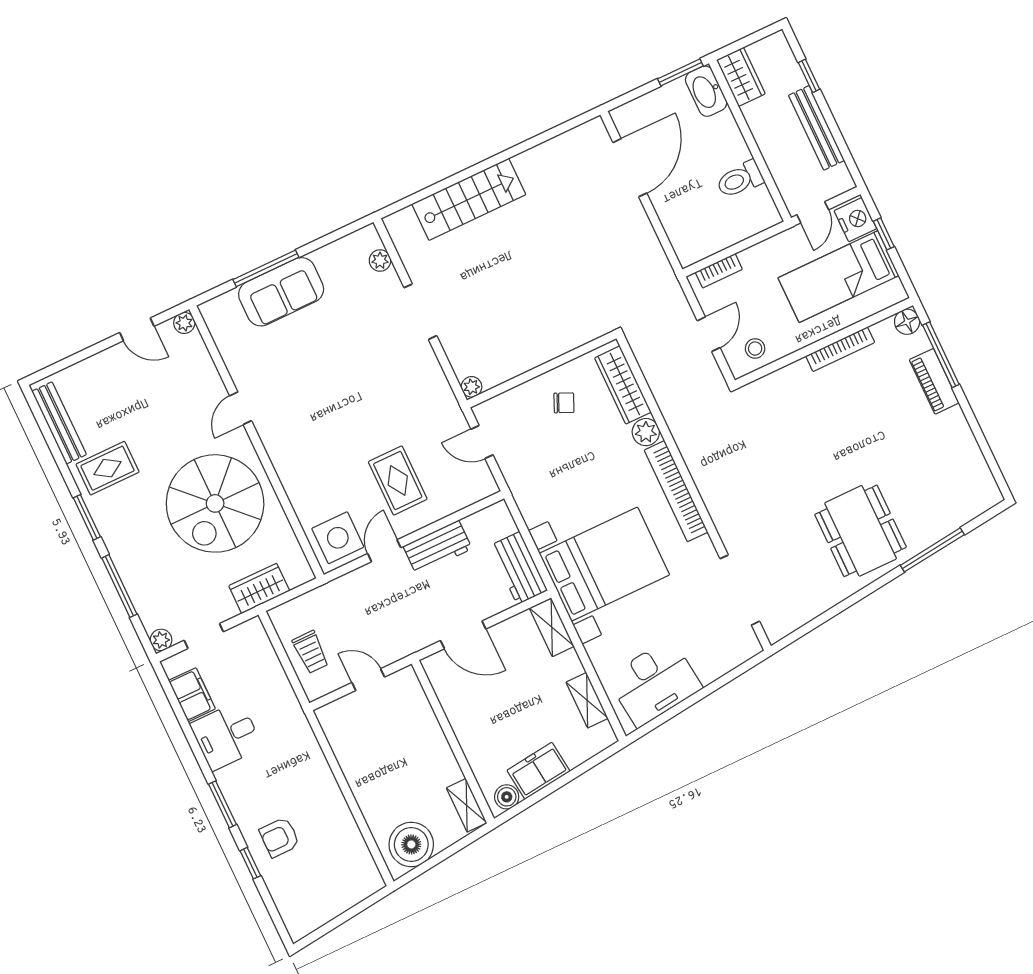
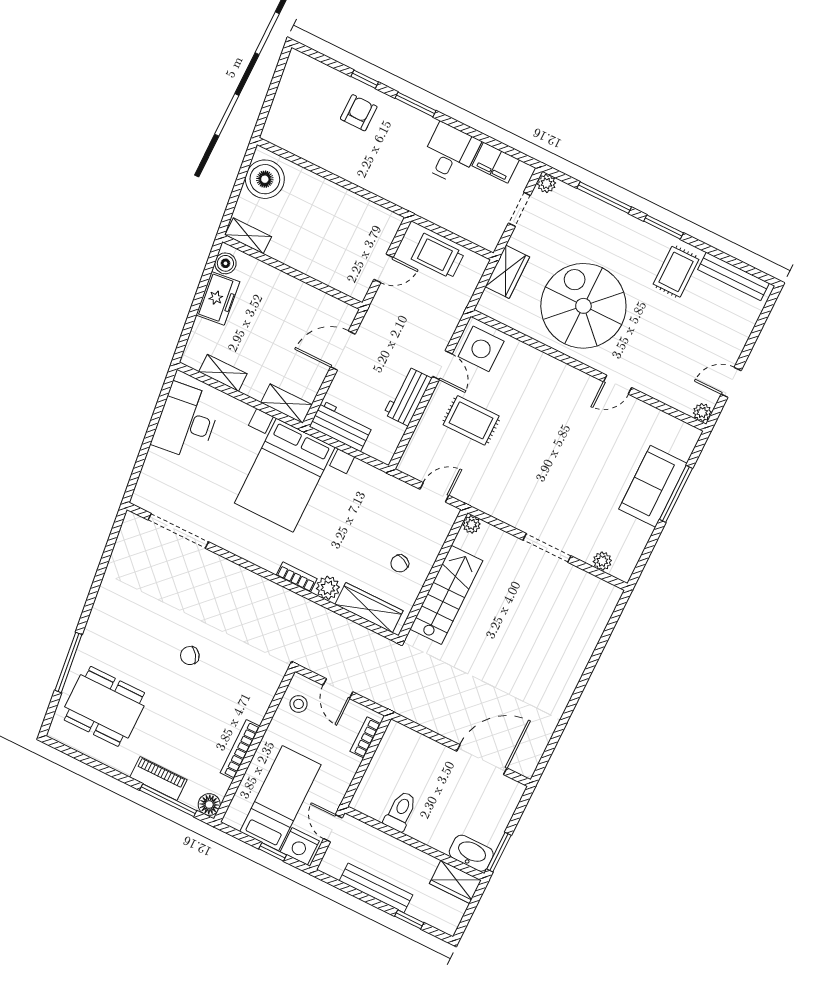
door: (630, 168) -> (482, 760), swing flipped
stairs: (469, 199) -> (446, 595), moved, turned 180
door: (241, 408) -> (618, 385), swing flipped
chair: (818, 470) -> (190, 656), added
bookcase: (676, 491) -> (297, 577), width x0.43, depth x0.76
dining table: (861, 531) -> (104, 706), moved
trolley: (311, 652) -> (438, 256), width x1.36, depth x1.39

